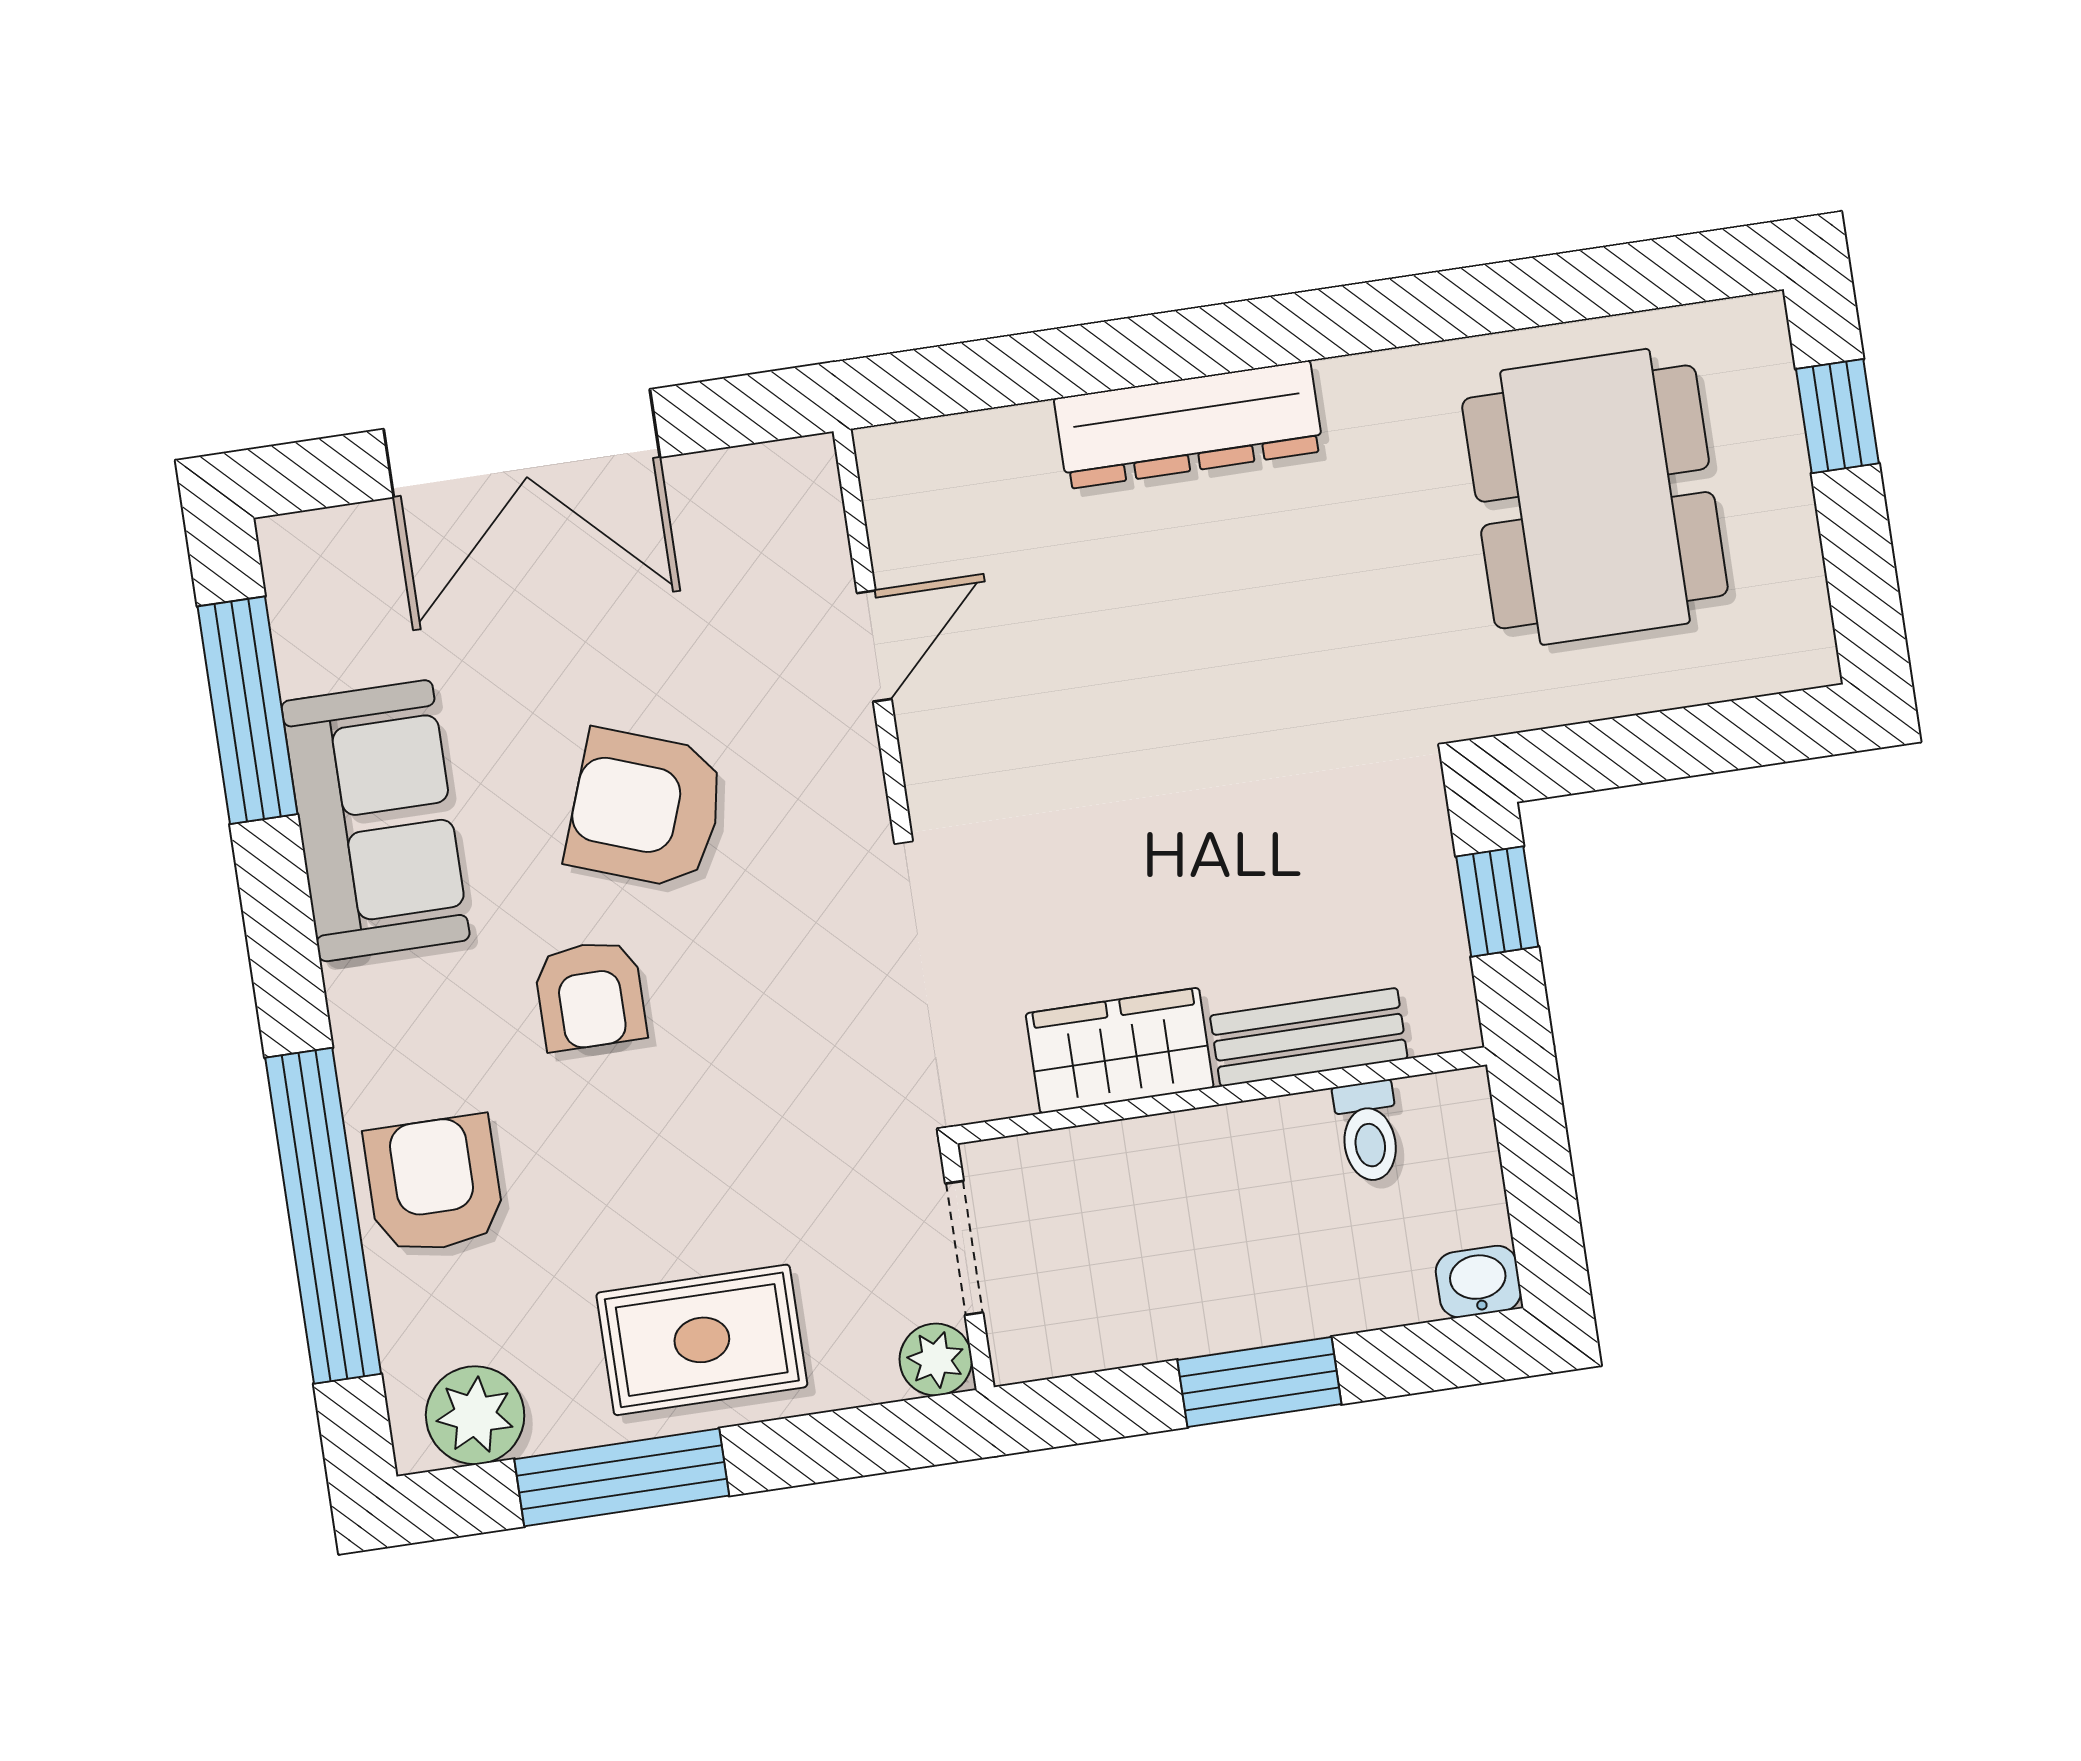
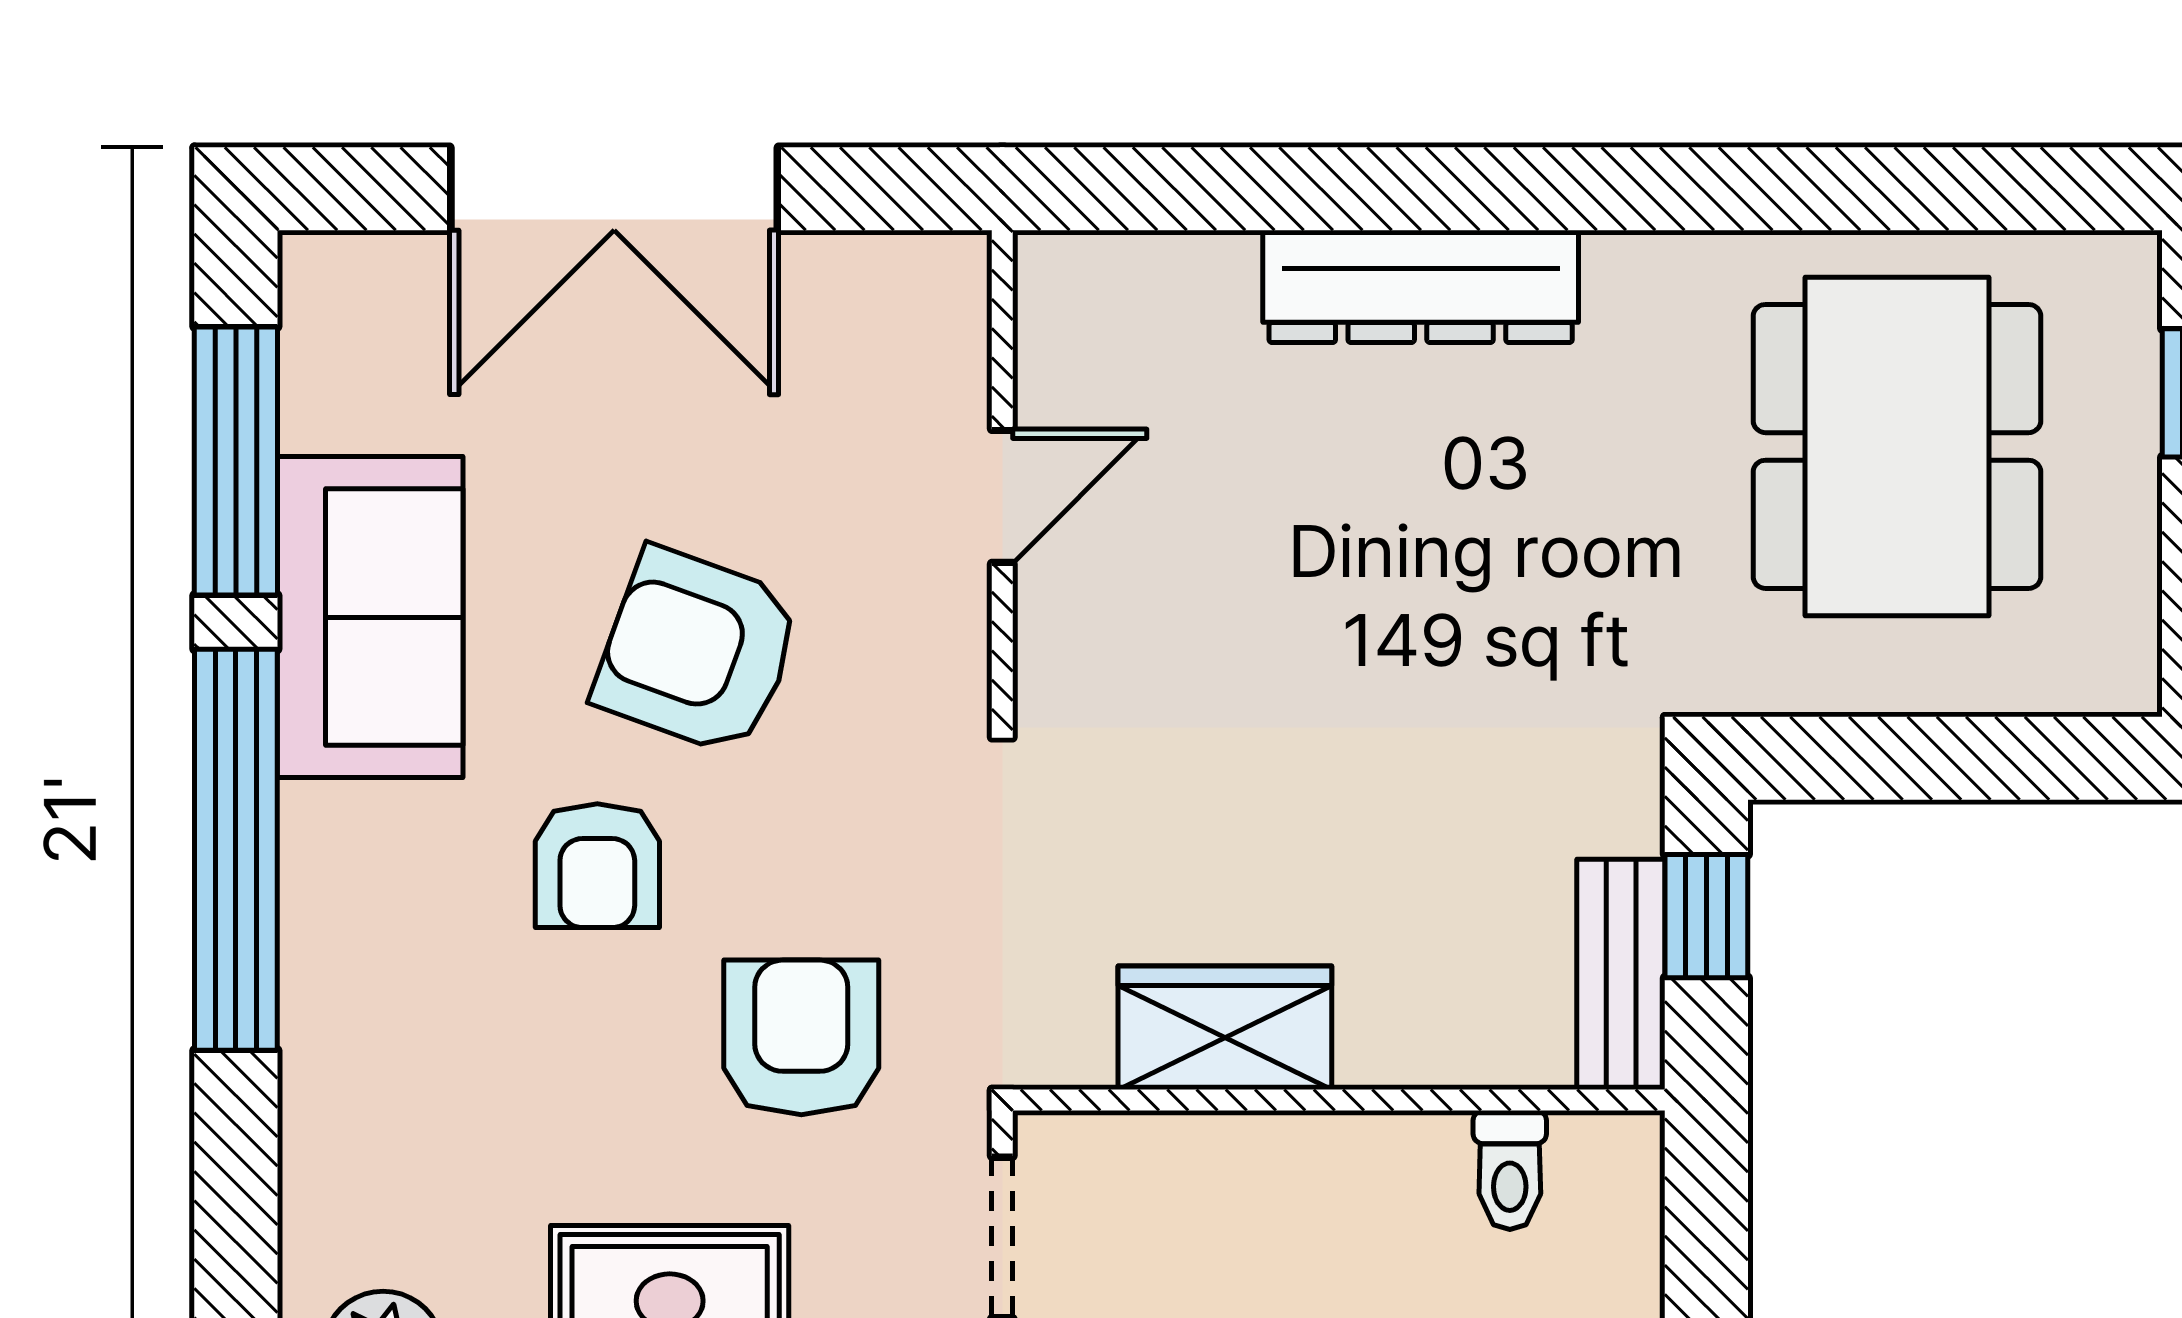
bench: (1309, 1037) -> (1621, 974), moved, turned 90
armchair: (434, 1184) -> (801, 1037), moved
window: (323, 1216) -> (236, 850), moved

